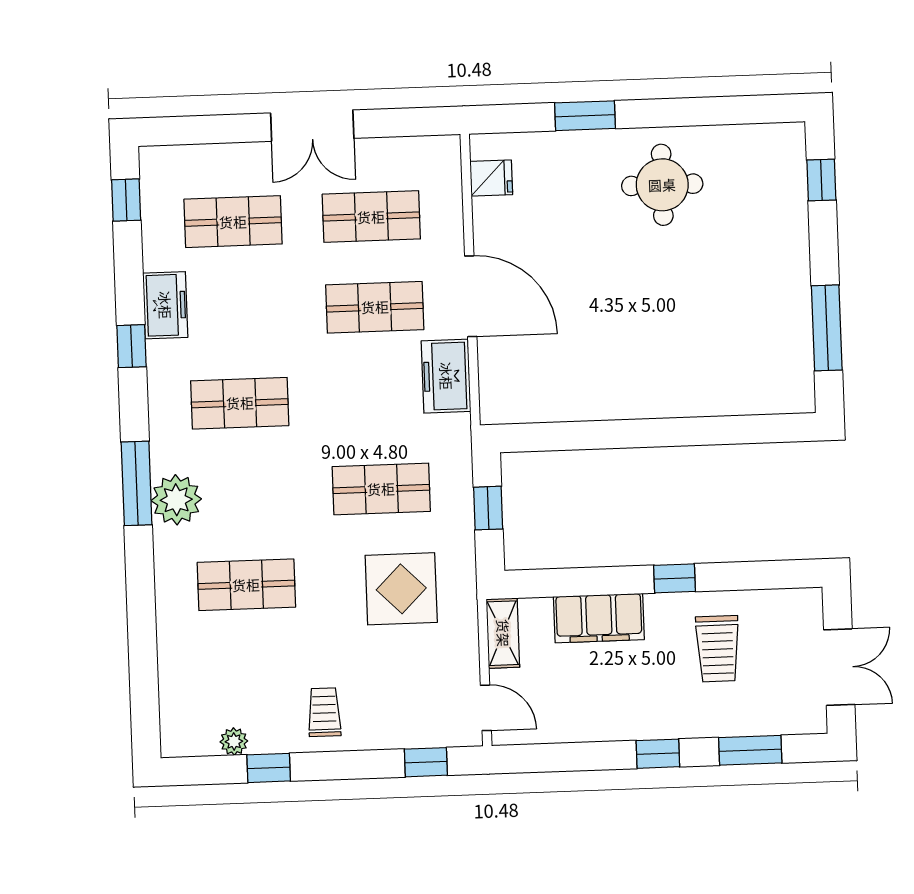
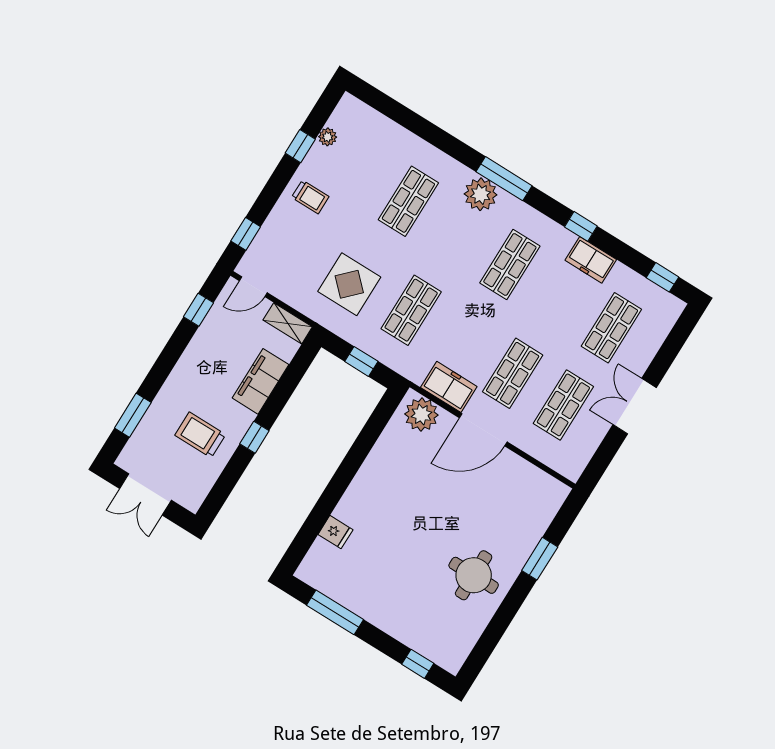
fridge: (491, 178) -> (335, 532), moved, turned -90
plant: (504, 387) -> (421, 415), added
window: (658, 754) -> (199, 310), moved

